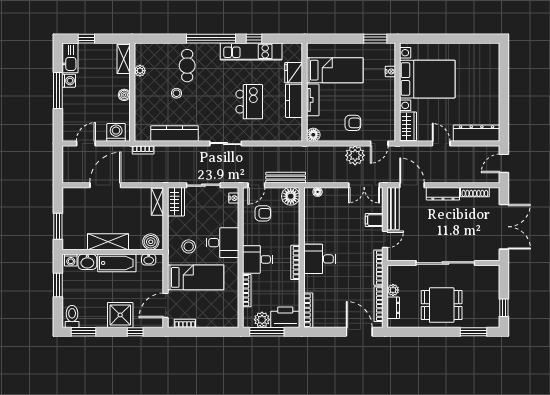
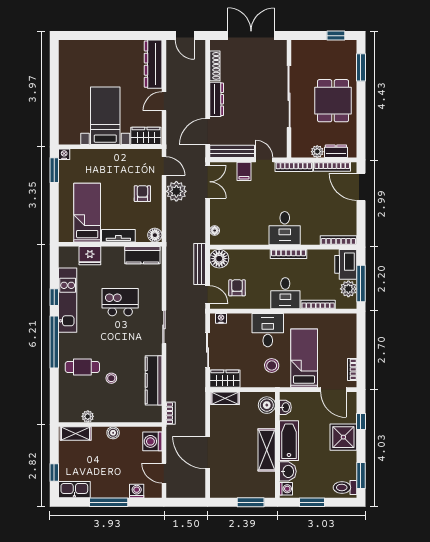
nightstand: (390, 71) -> (64, 154), moved
bed with nightstands: (427, 79) -> (105, 116), width x0.73
washing machine: (69, 81) -> (137, 491), moved
kitchen counter: (294, 101) -> (142, 255), moved
door: (359, 332) -> (361, 187), hinge flipped

